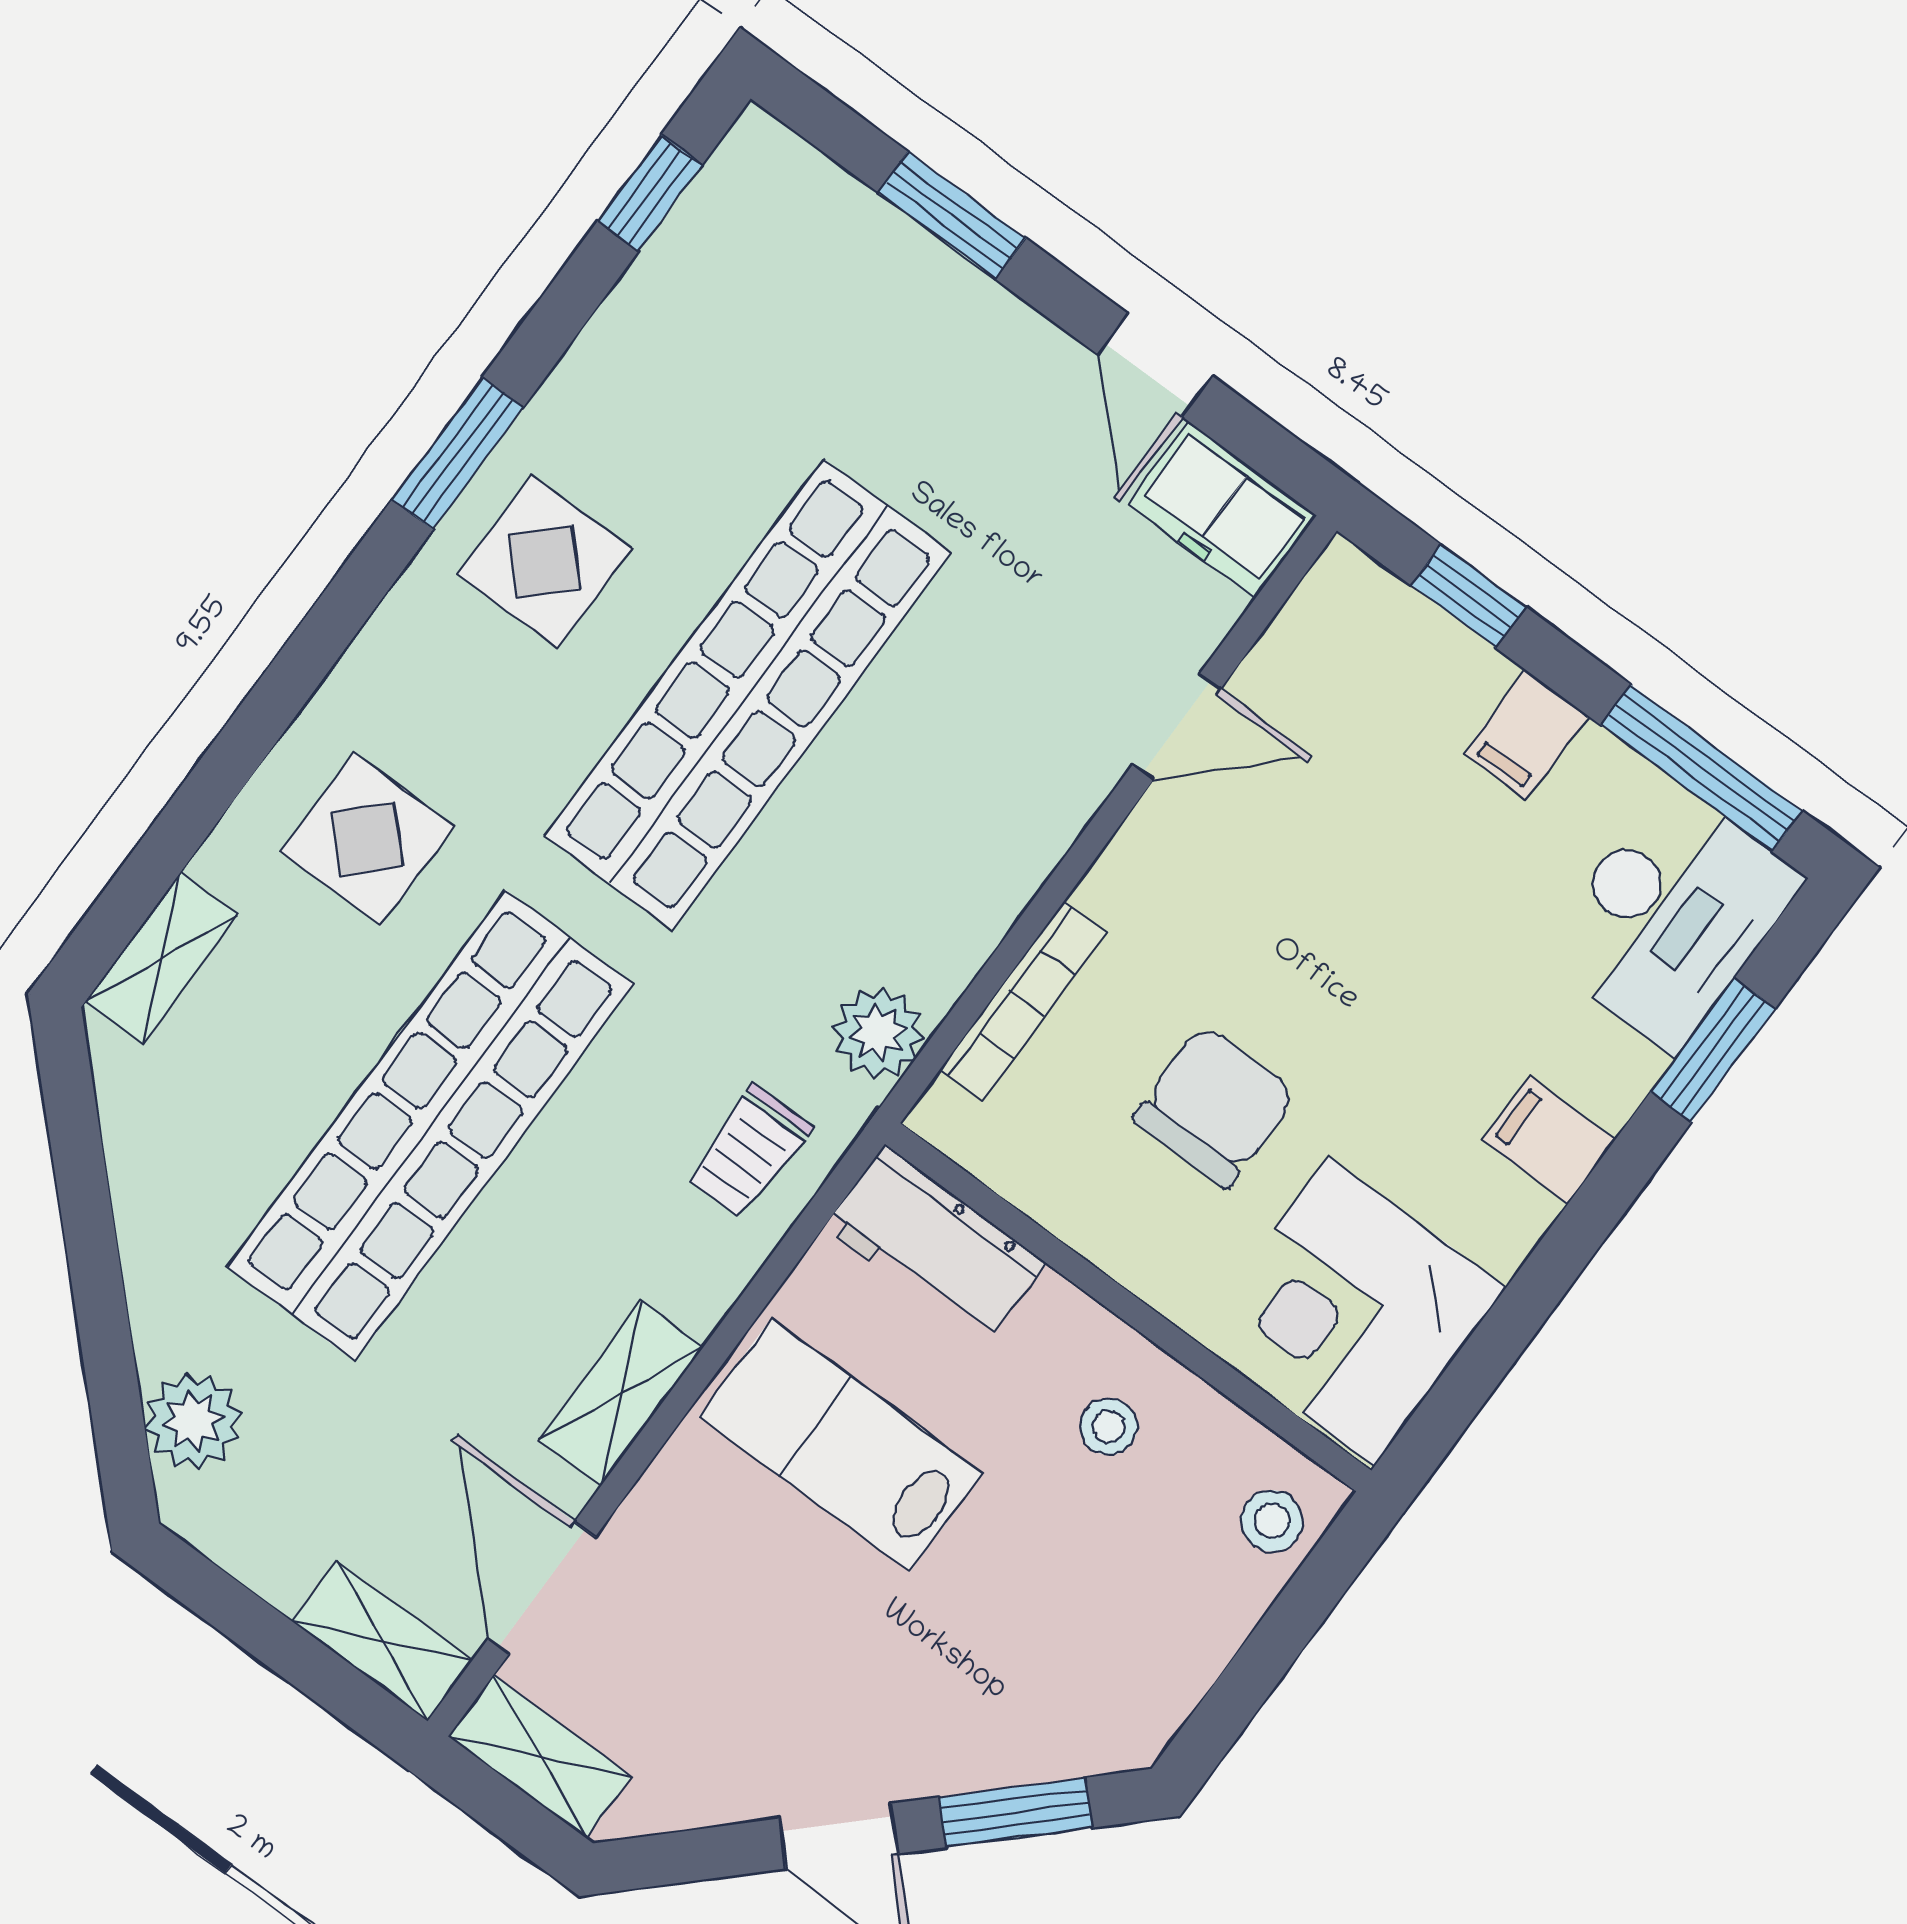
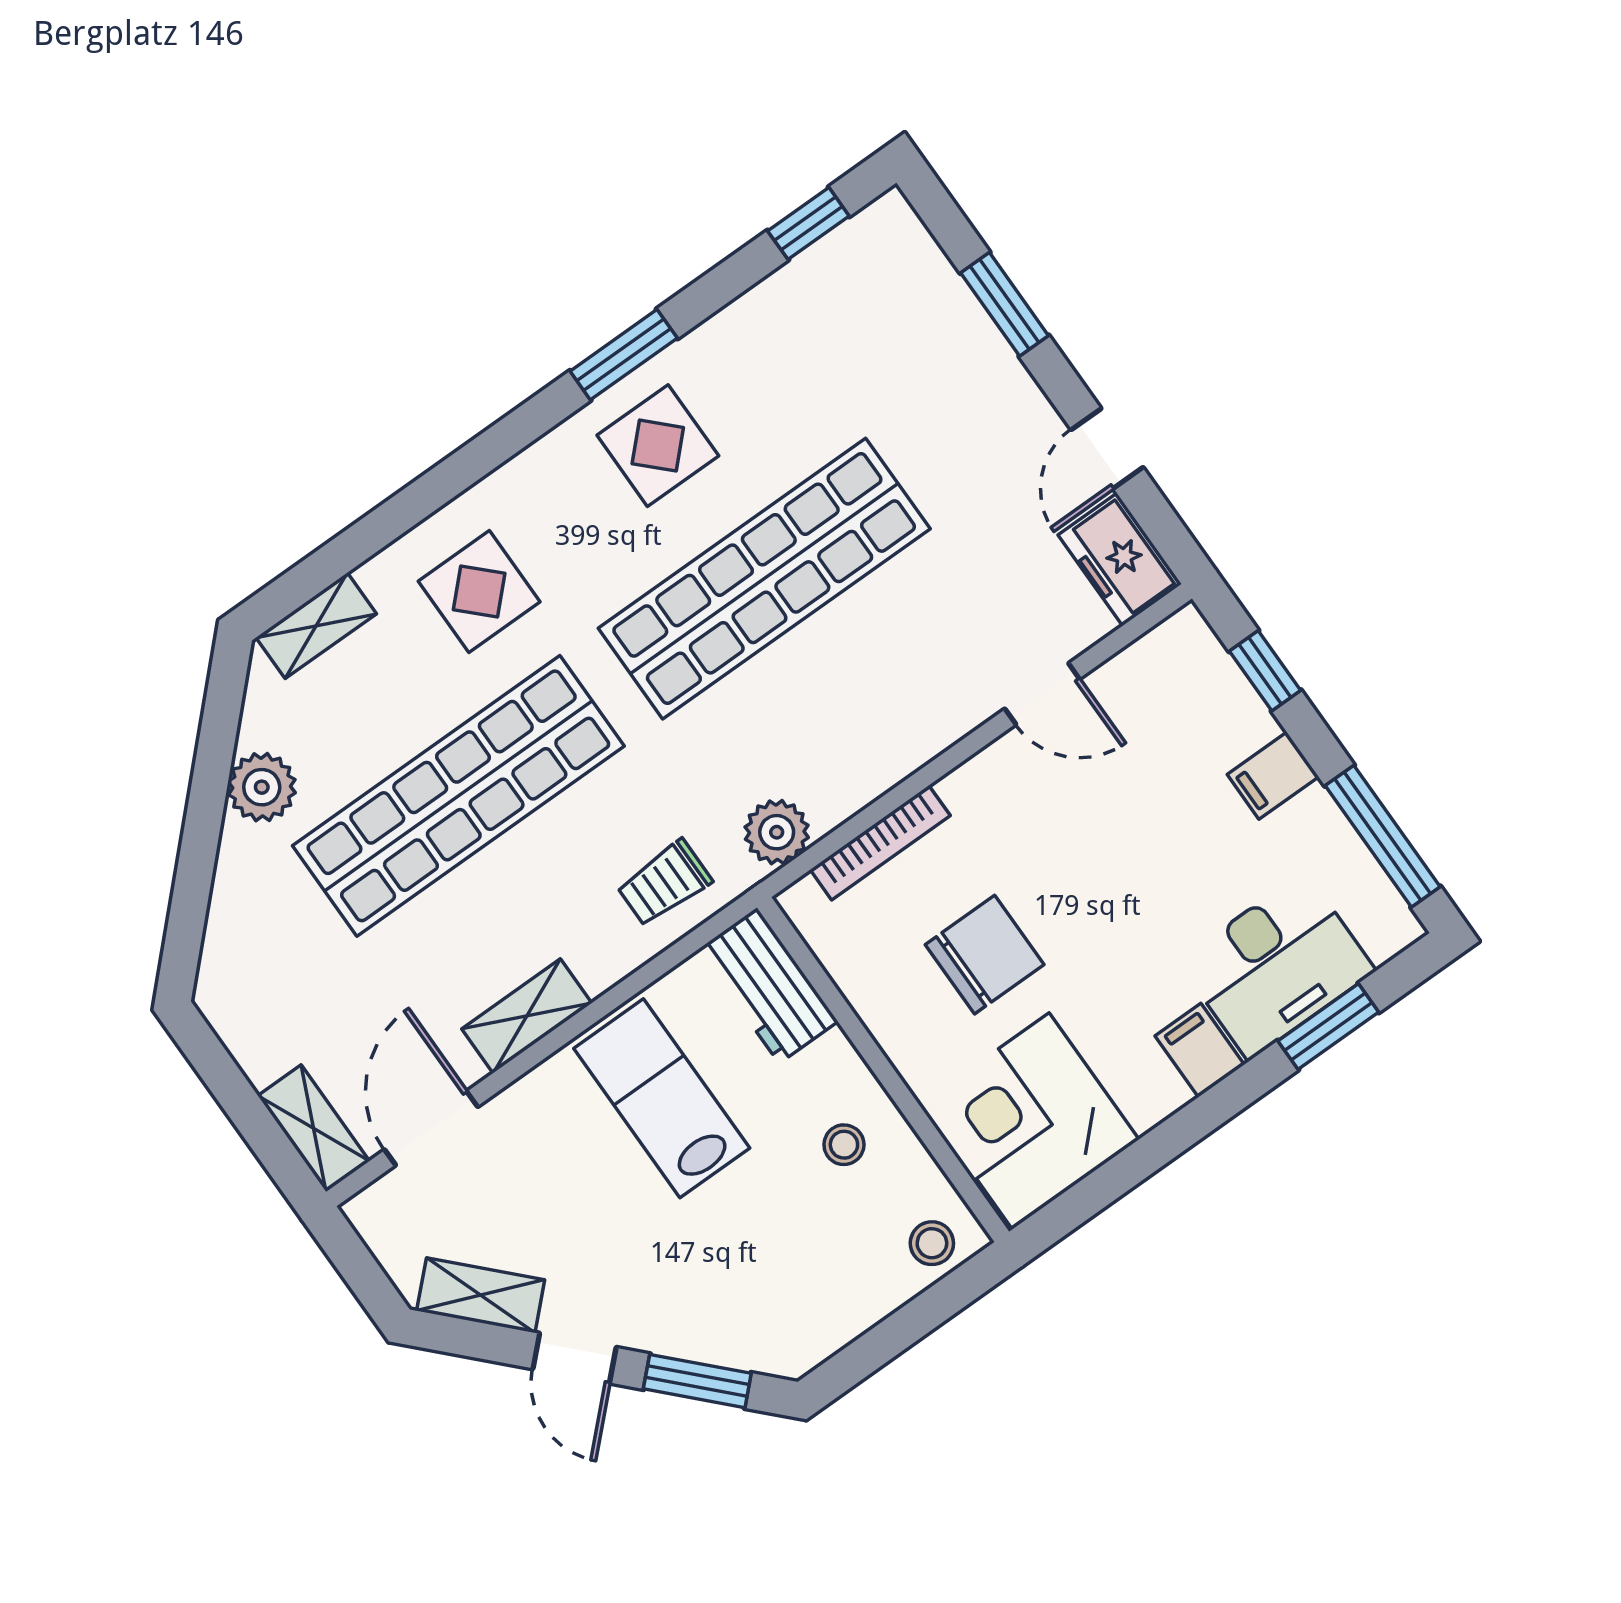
desk: (1671, 916) -> (1277, 966), moved
plant: (193, 1421) -> (262, 787), moved
shelving: (540, 1756) -> (481, 1295), moved, turned -44

